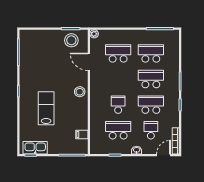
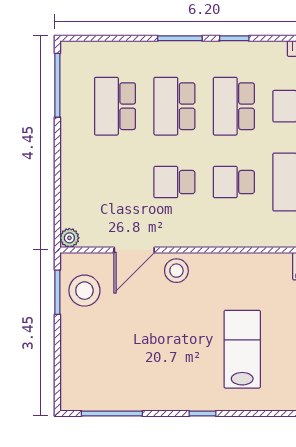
school desk: (118, 53) -> (174, 182), moved, width x0.54
stool: (80, 92) -> (176, 271), moved
lab bench: (46, 108) -> (242, 349), turned 90

